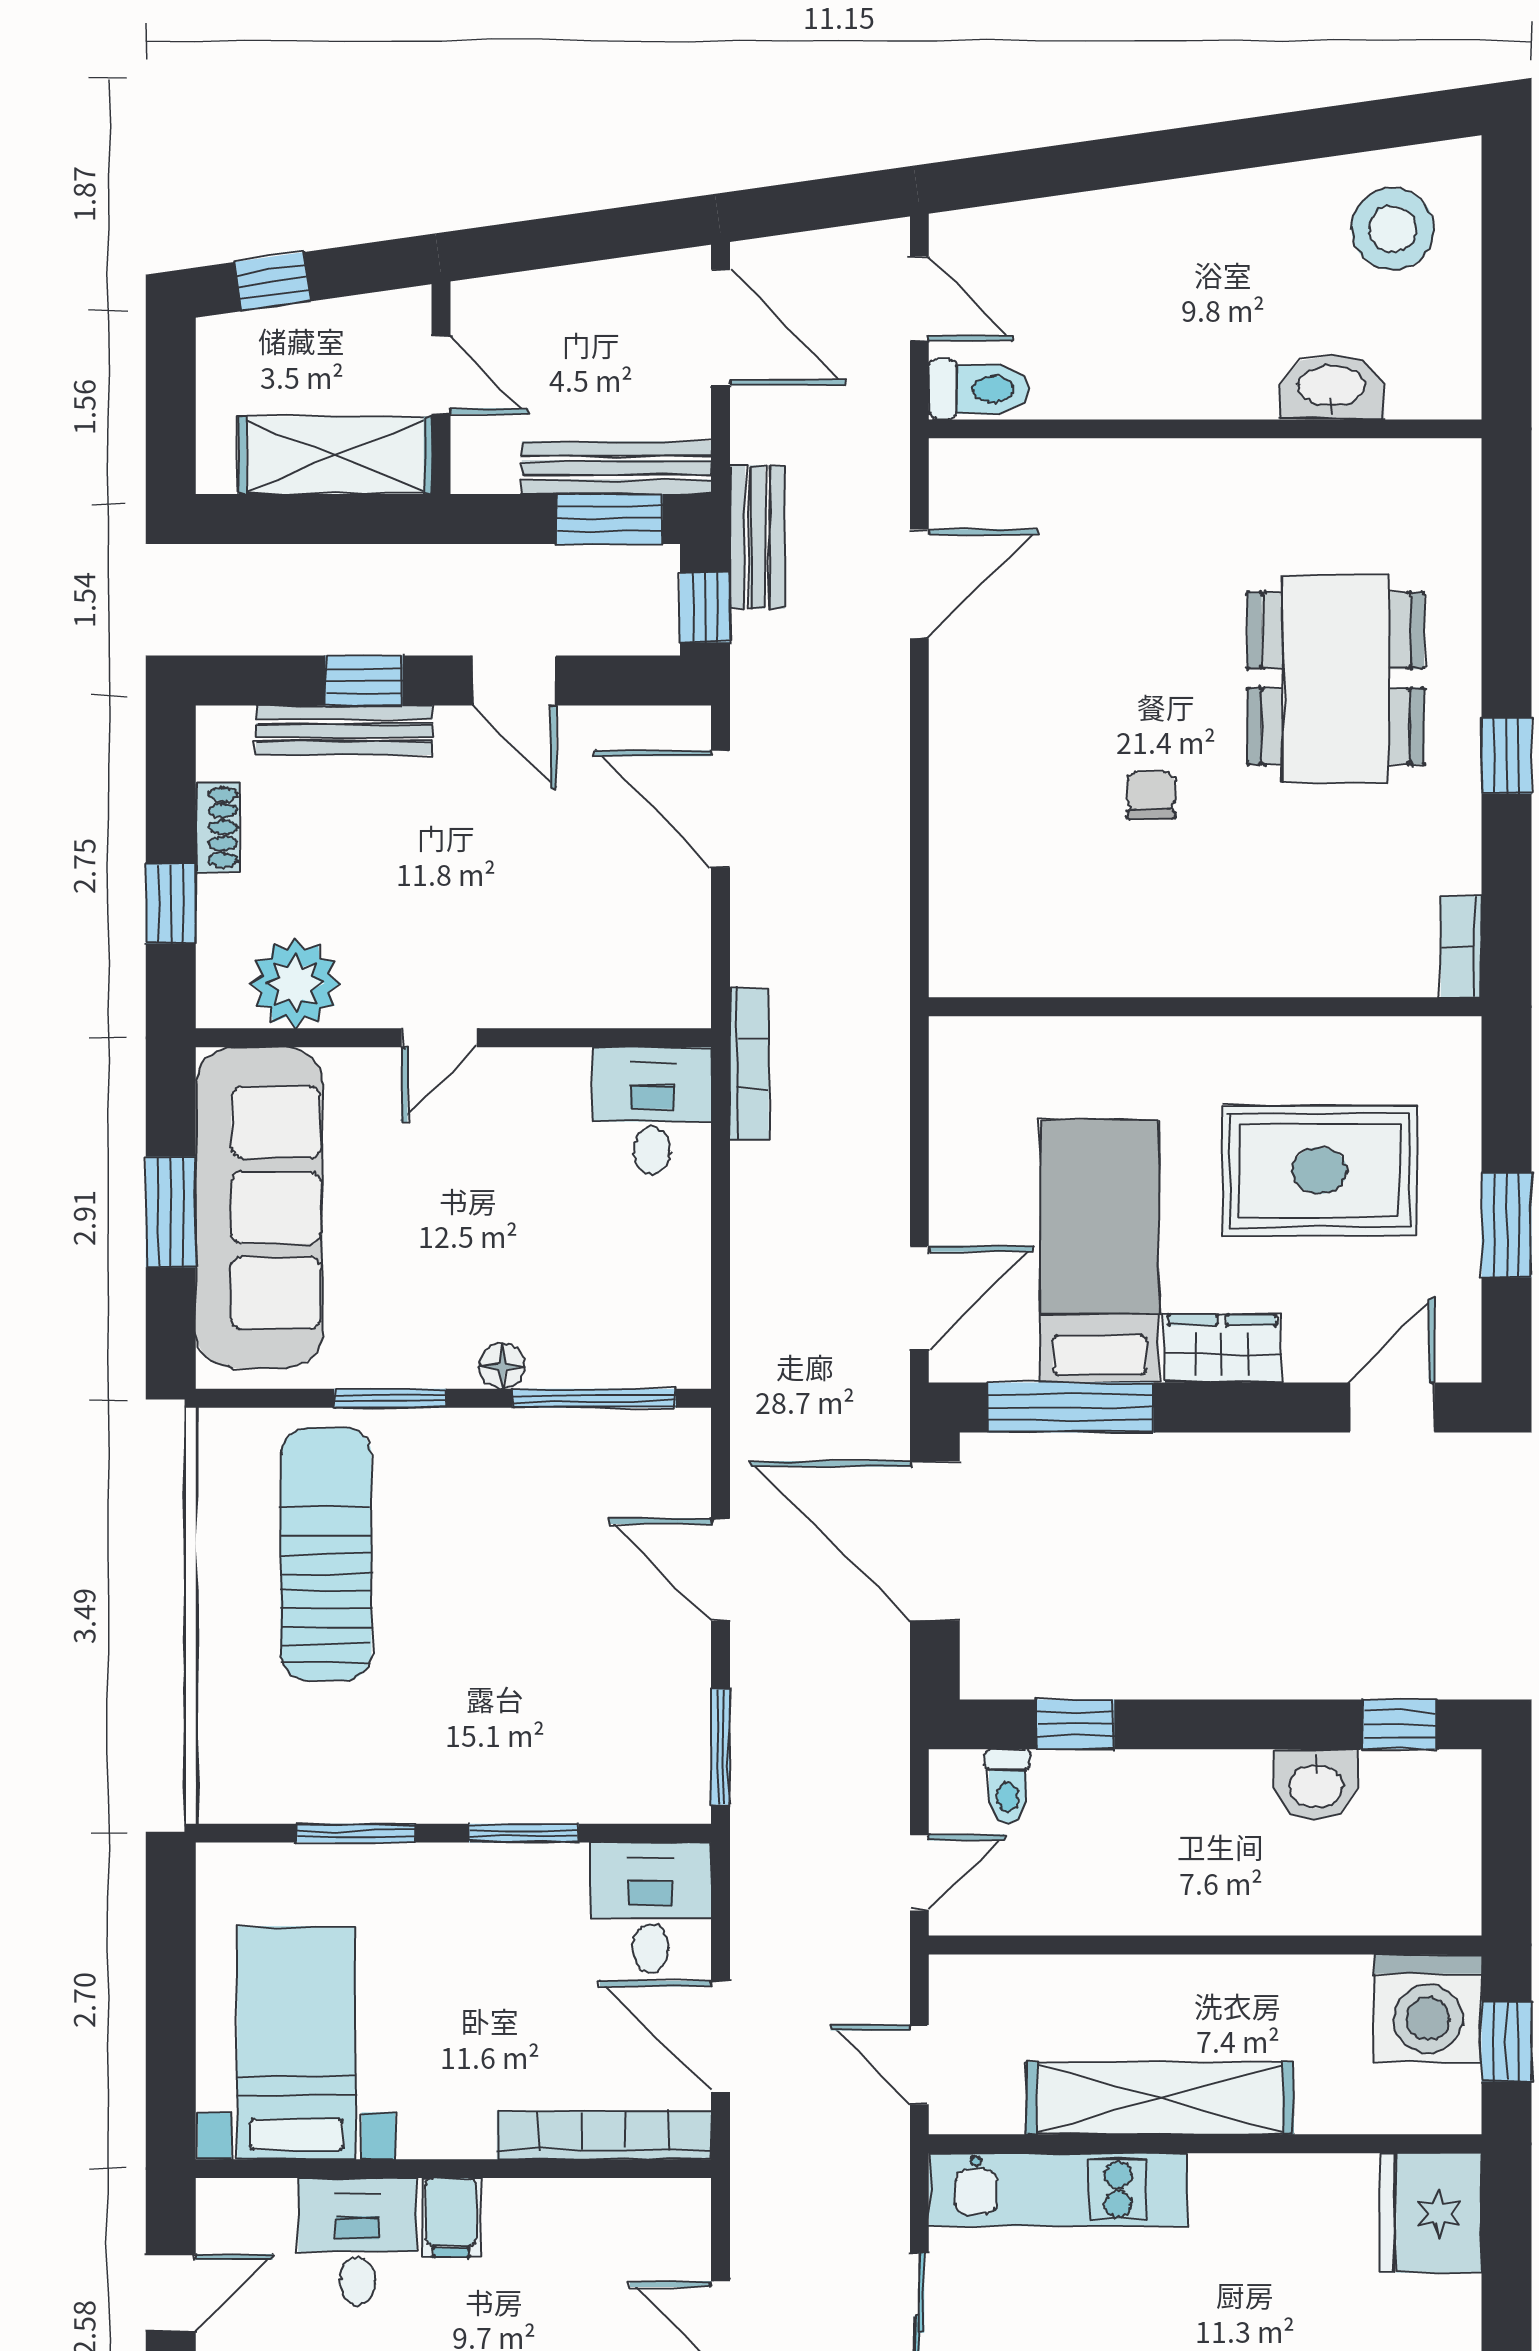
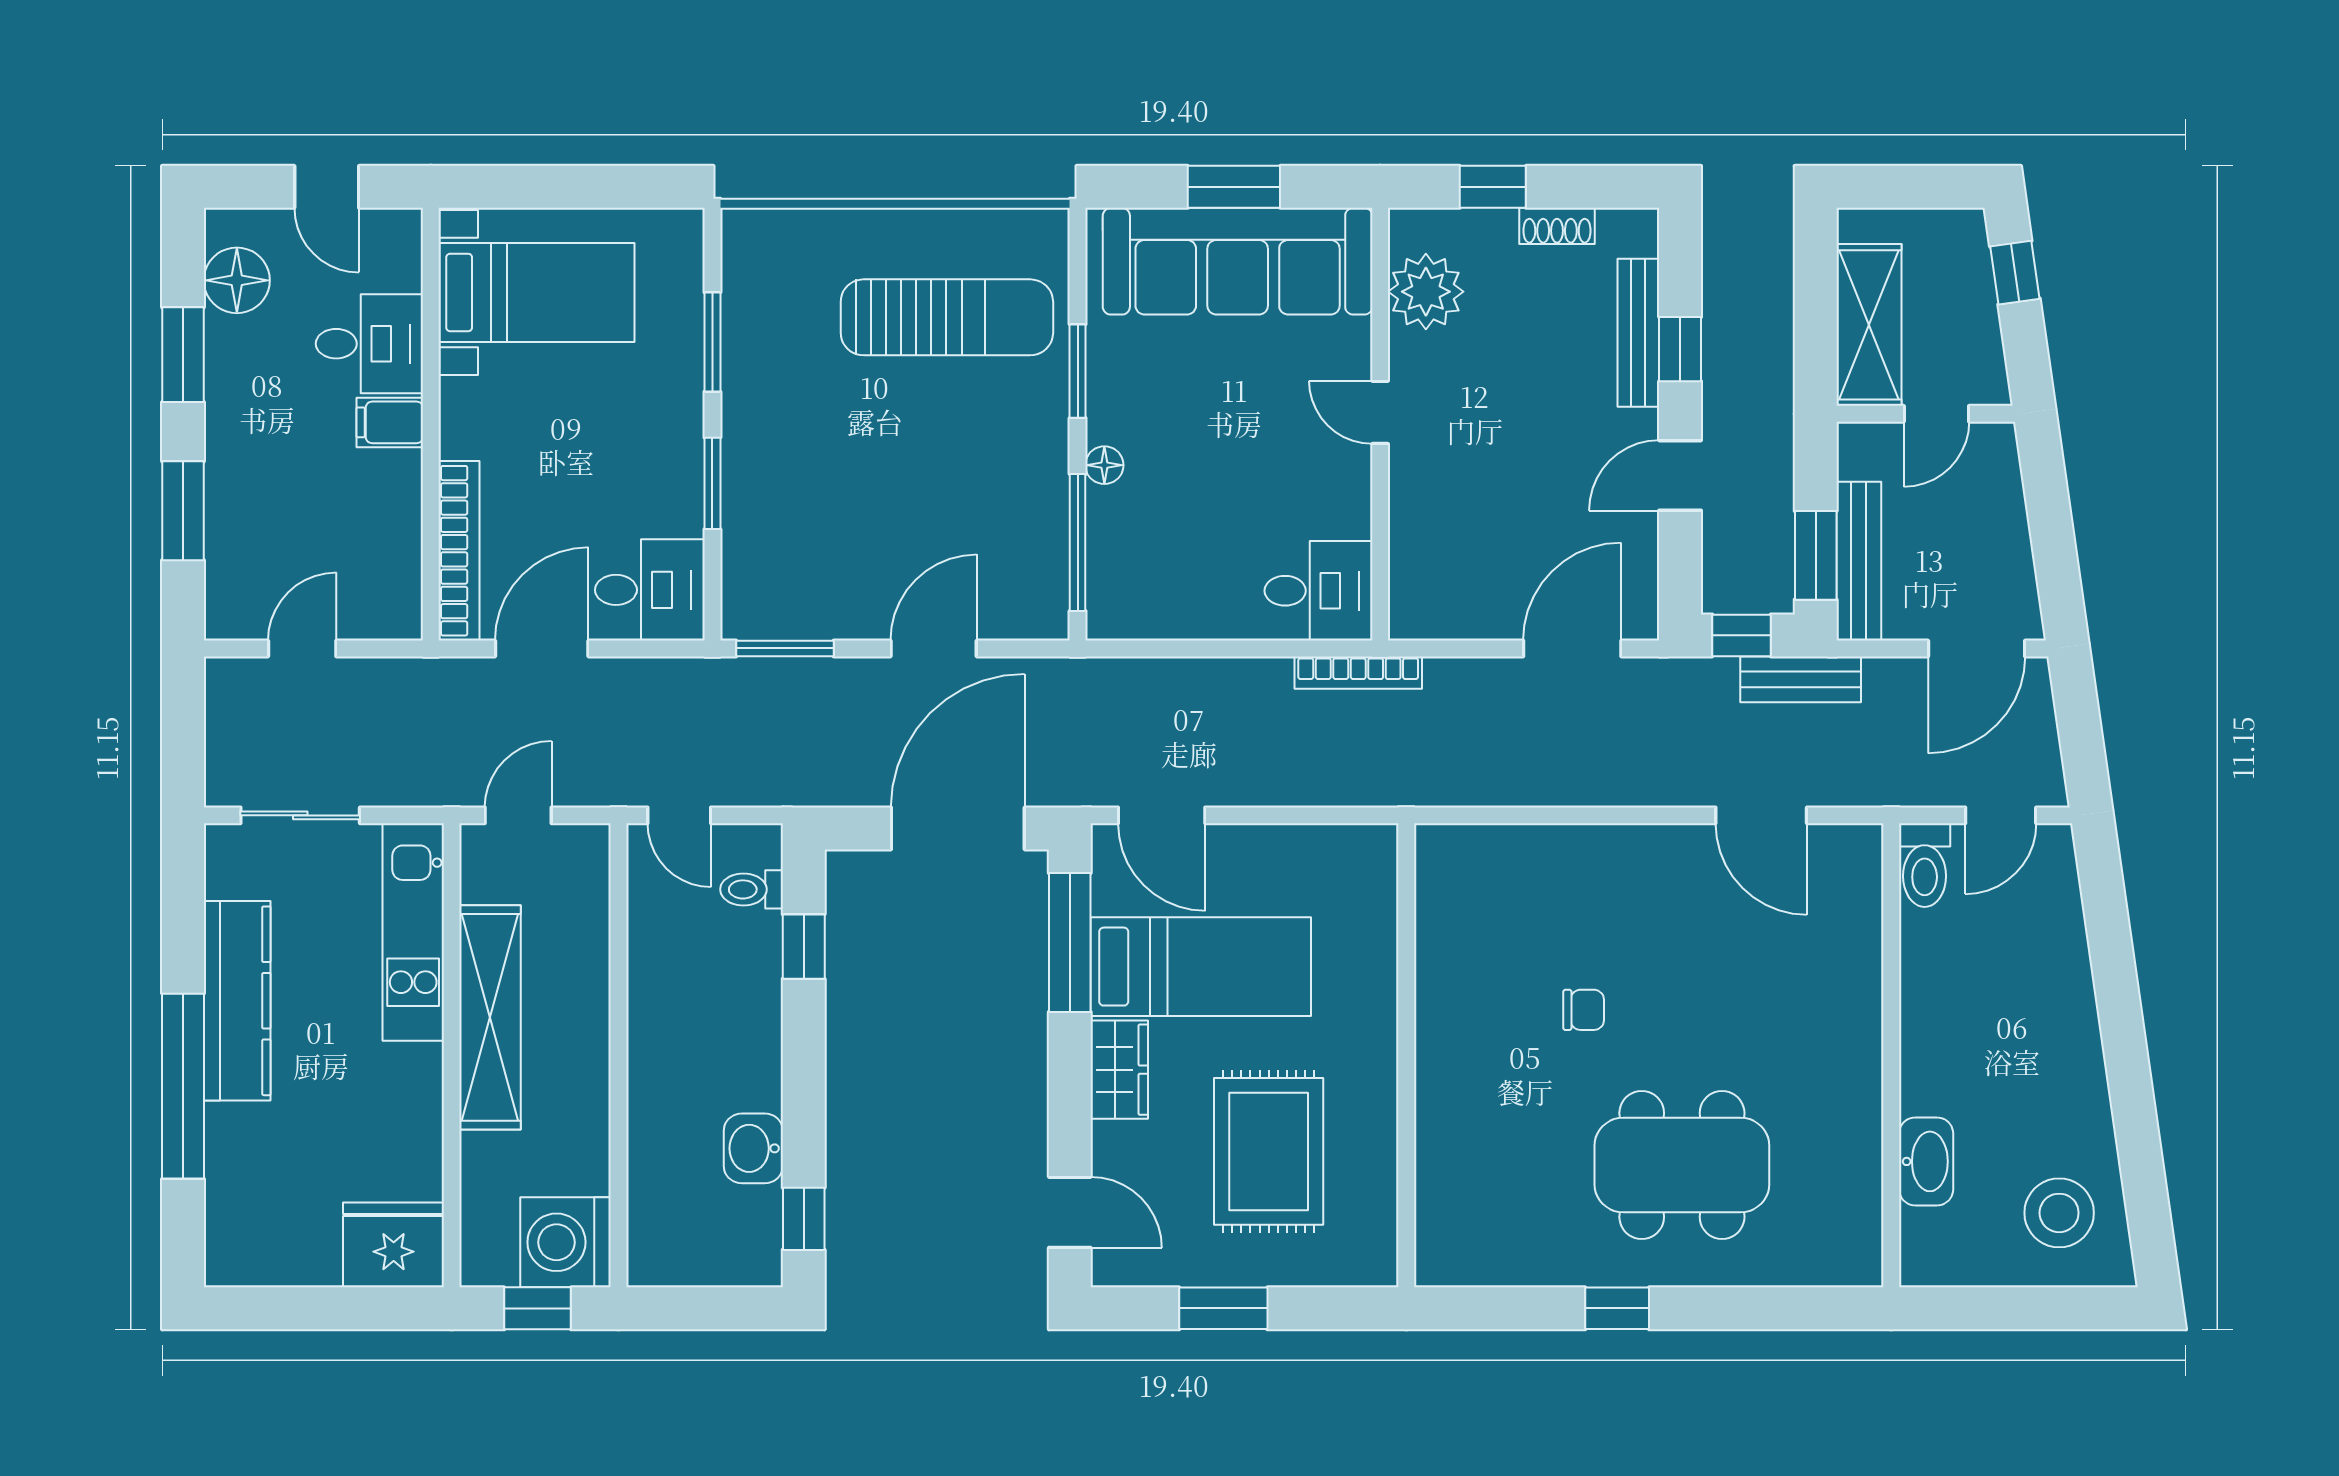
bookcase: (1461, 947) -> (1457, 1270), removed

